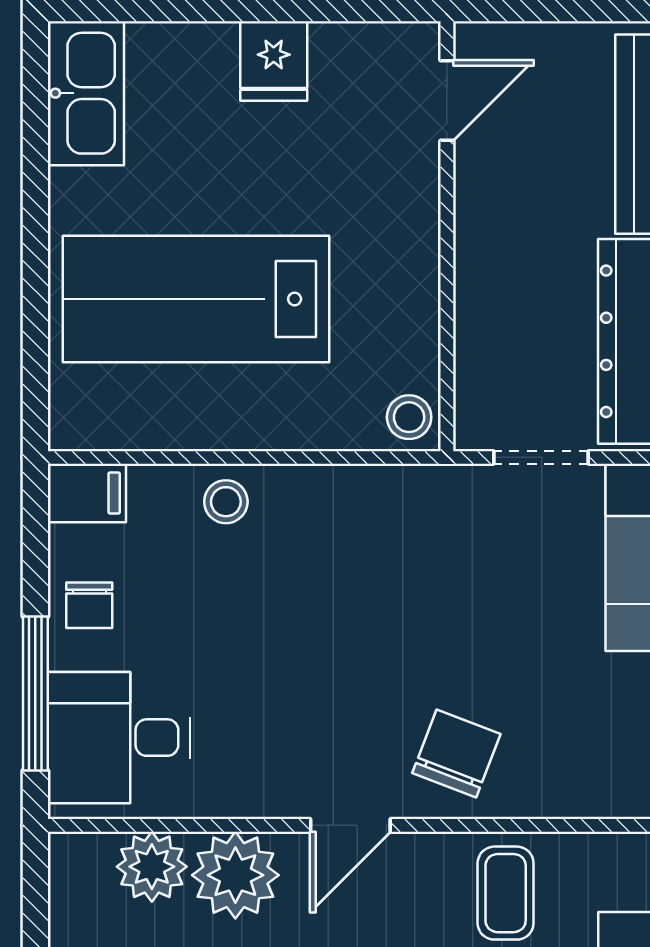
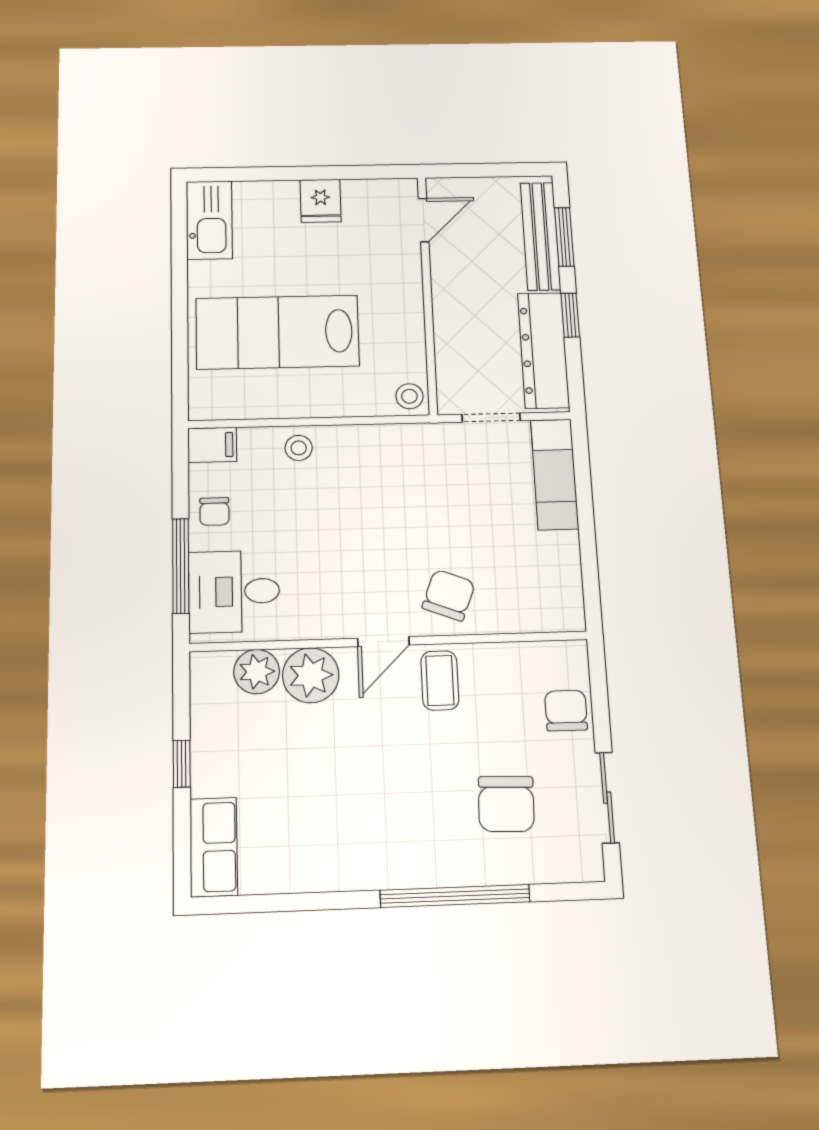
coffee table: (506, 893) -> (440, 680), moved

